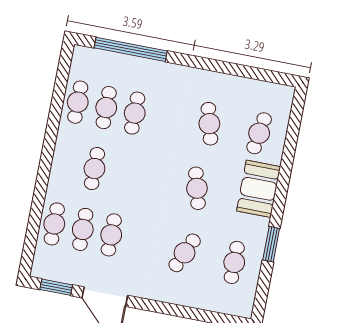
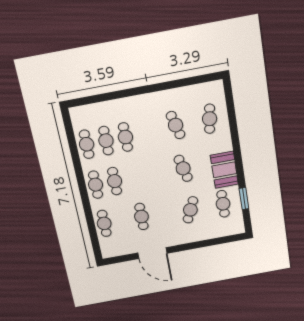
window: (131, 49) -> (106, 97), removed
booth: (259, 189) -> (224, 170), moved
cafe table: (83, 229) -> (96, 185), moved
window: (271, 244) -> (244, 199), moved
window: (56, 287) -> (121, 259), removed

